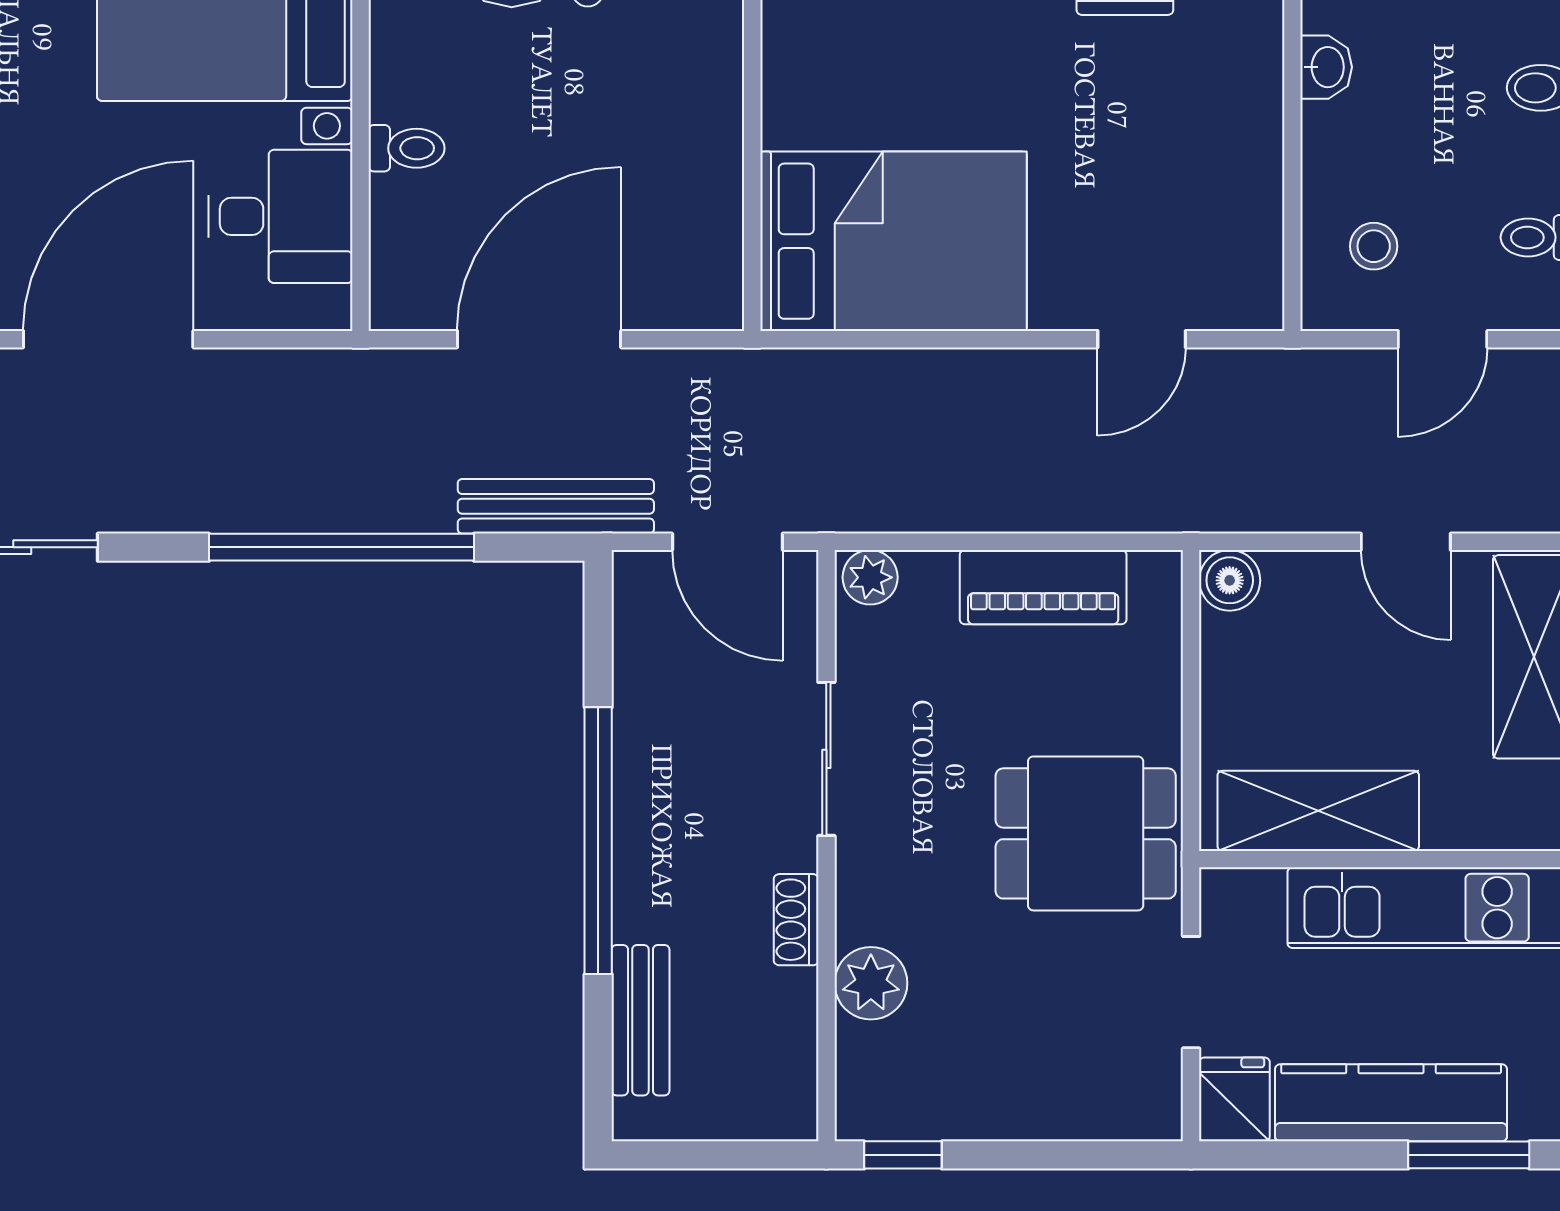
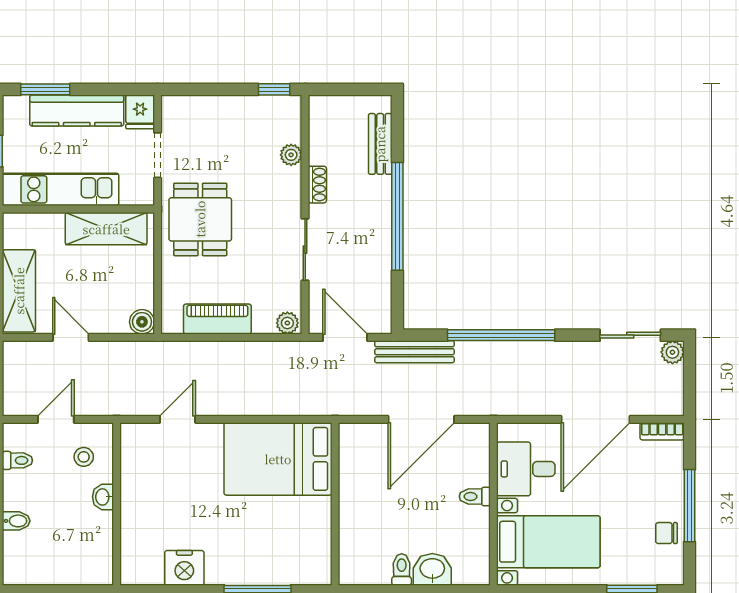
washbasin: (1326, 67) -> (103, 497), moved
dining table: (1086, 833) -> (200, 219), turned 90
plant: (871, 983) -> (291, 155), width x0.73, depth x0.73

